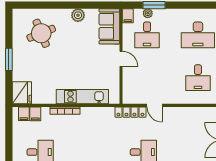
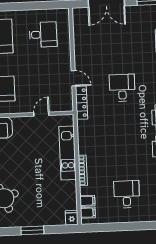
door: (121, 59) -> (41, 114), moved
fridge: (22, 93) -> (72, 218), width x0.53, depth x0.75
door: (154, 105) -> (73, 78), hinge flipped

